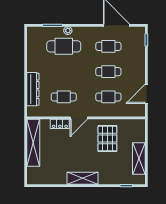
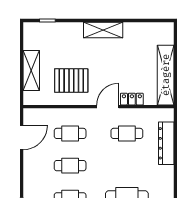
pallet: (107, 139) -> (71, 81), turned 90
shelving: (139, 158) -> (31, 70), moved

